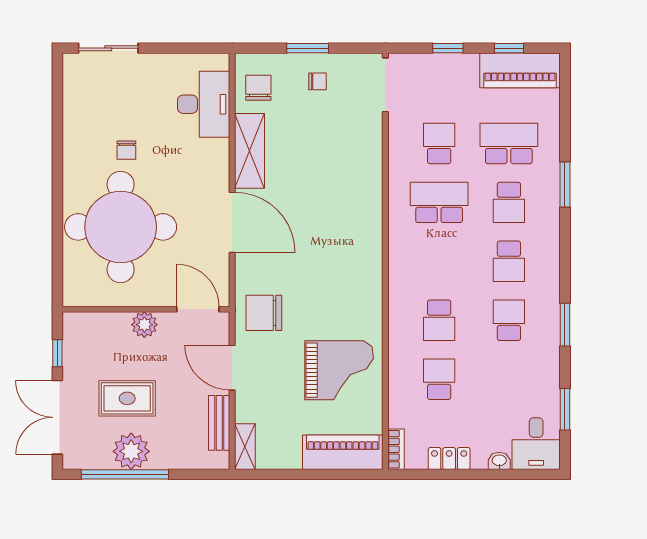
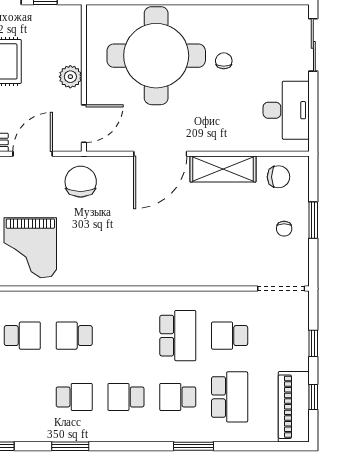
desk: (204, 104) -> (286, 110), moved, turned -90
school desk: (439, 143) -> (230, 336), turned 180
chair: (126, 150) -> (224, 61), turned 90

